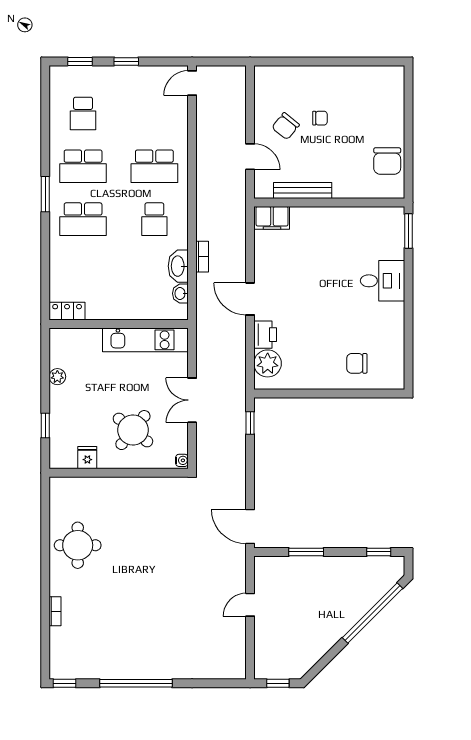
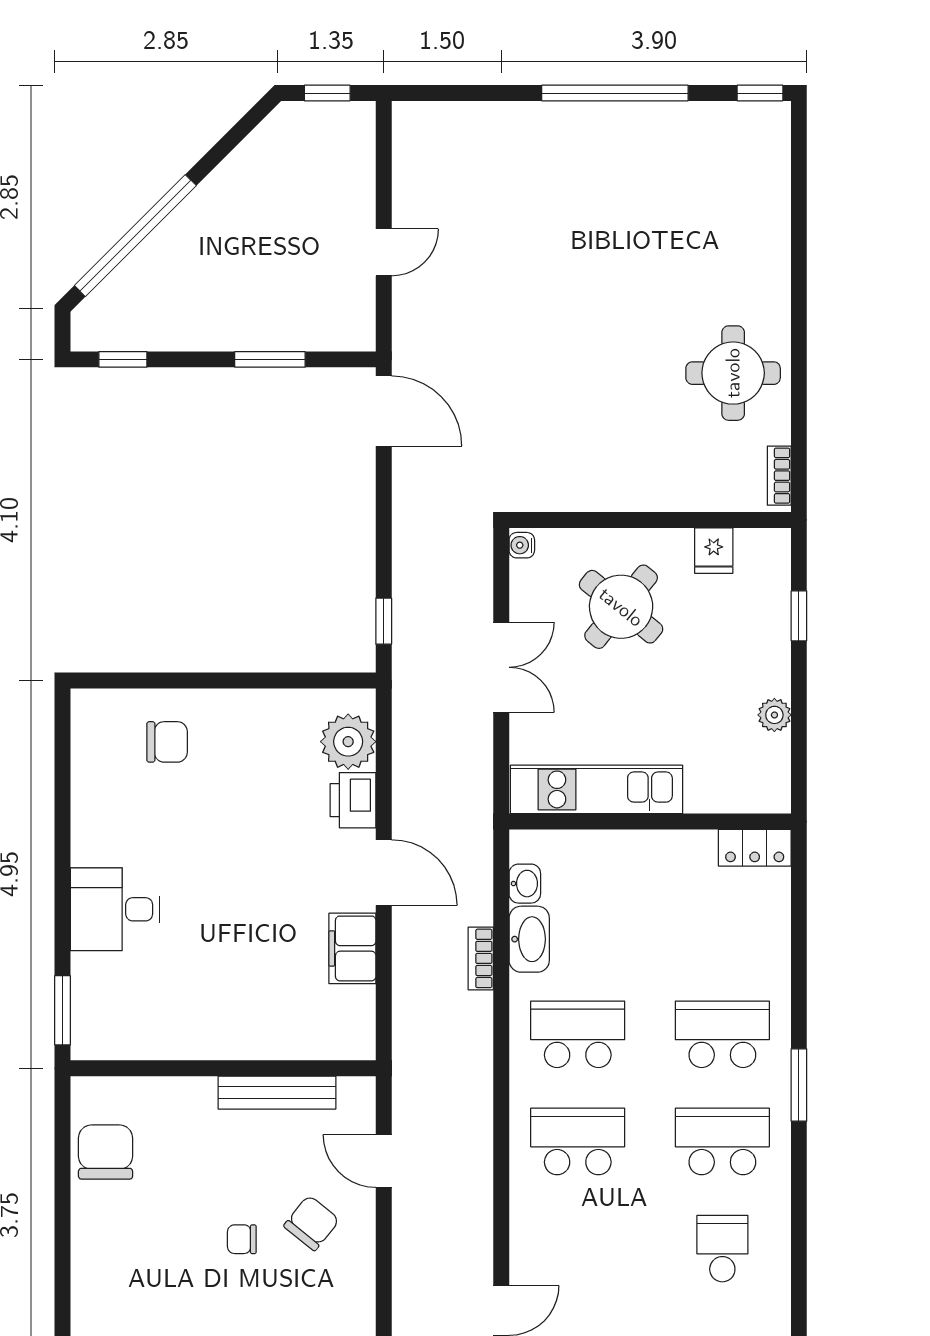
filing cabinet: (272, 218) -> (352, 948), moved, turned -90
school desk: (154, 219) -> (578, 1034), width x1.85
bookcase: (55, 611) -> (779, 476), moved

